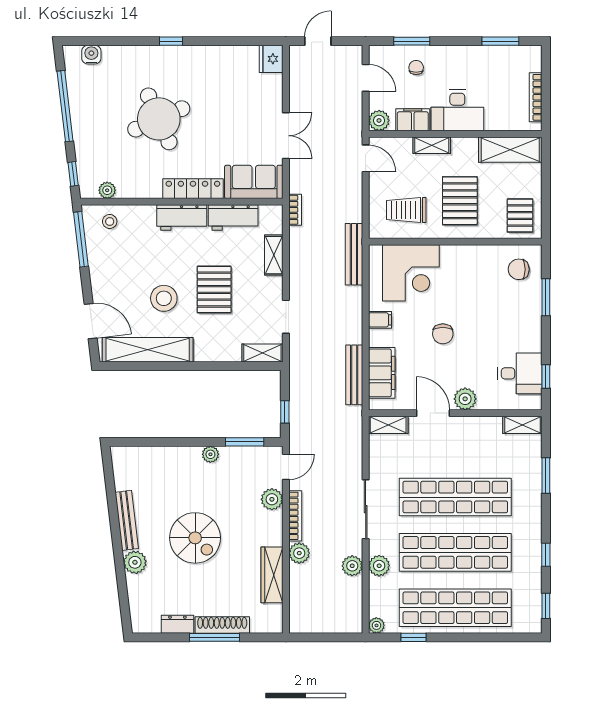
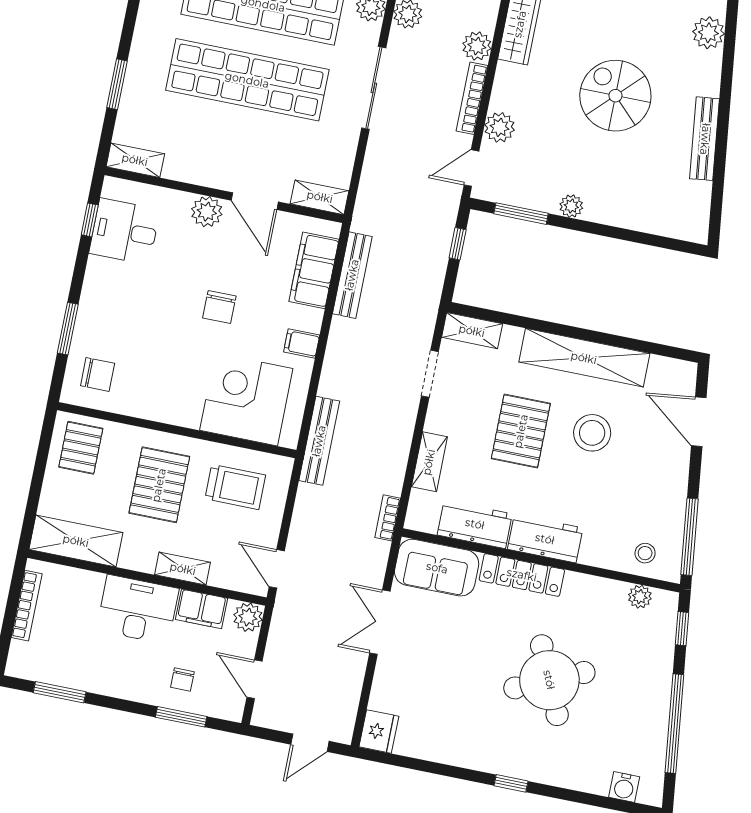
chair: (443, 334) -> (219, 307), turned 180
shelving: (148, 350) -> (584, 358), moved
plant: (135, 562) -> (708, 33), moved

